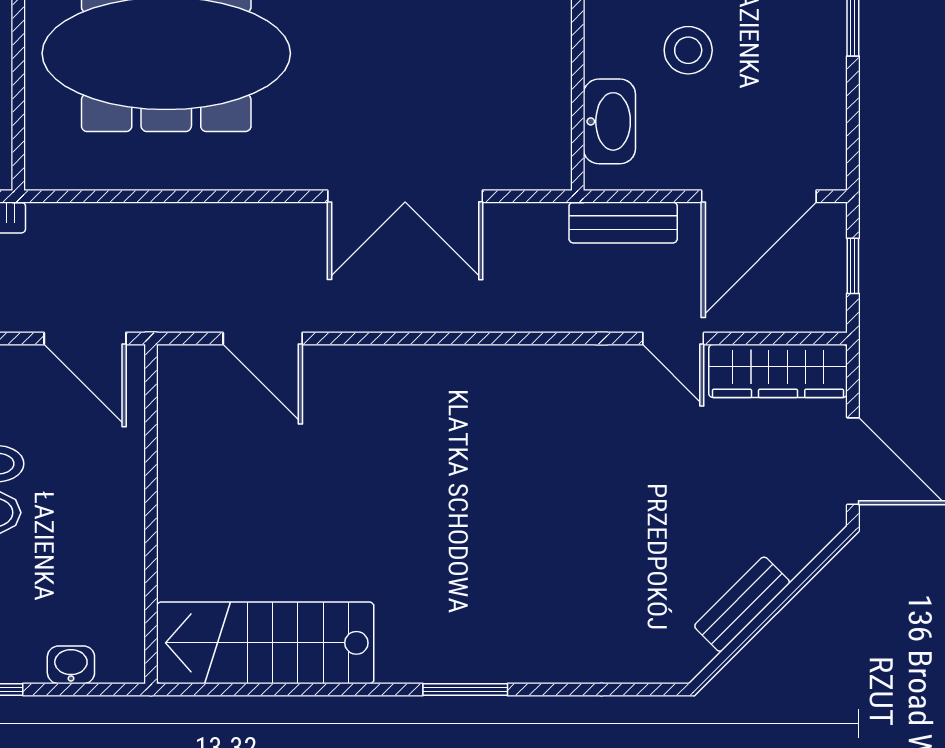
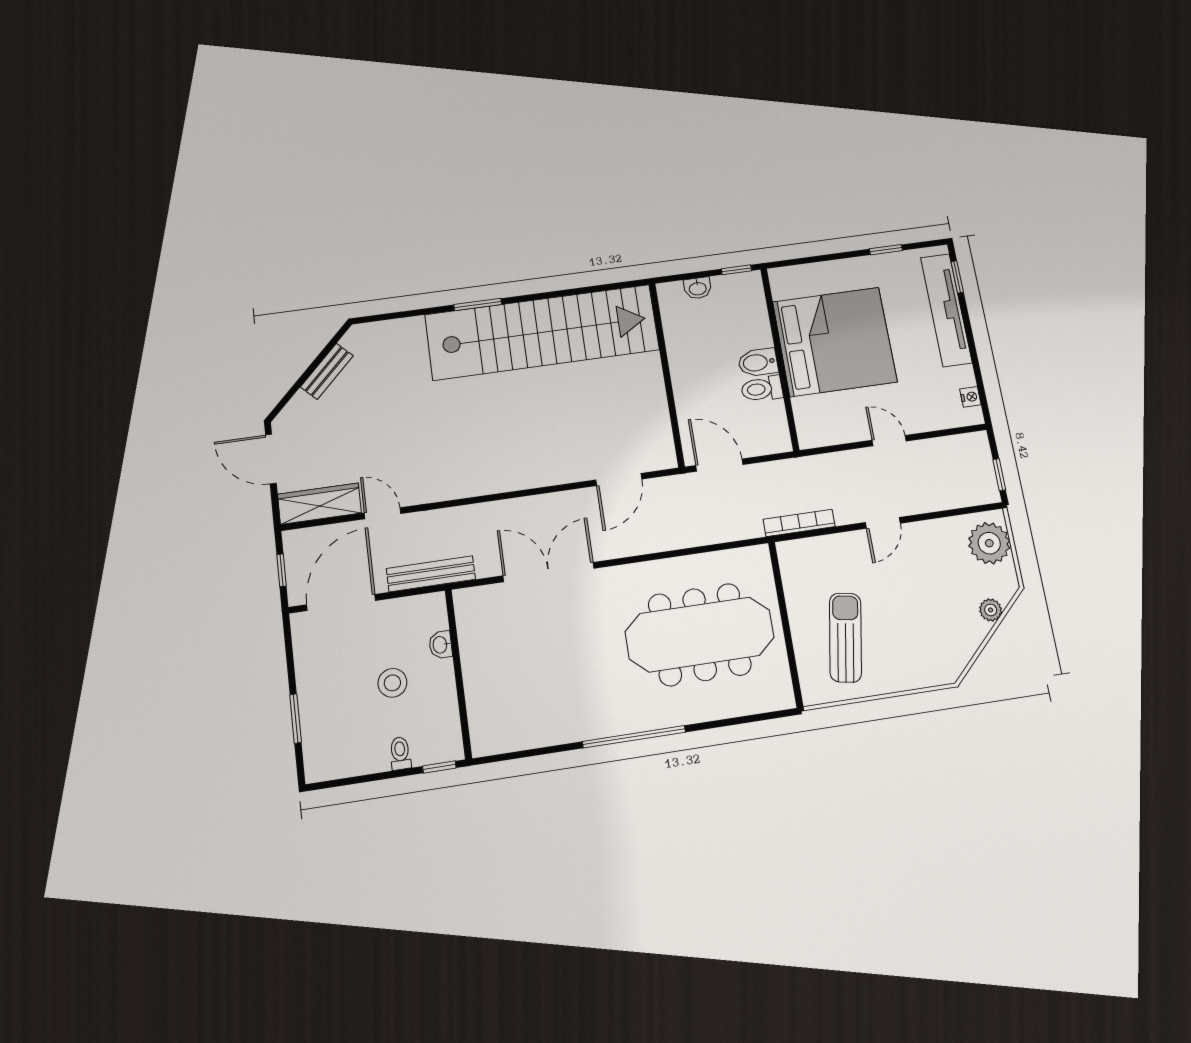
washbasin: (609, 121) -> (441, 645), width x0.52, depth x0.69
bench: (623, 223) -> (431, 574), width x1.36
door: (263, 339) -> (619, 479), swing flipped
stairs: (265, 643) -> (542, 332), width x1.86, depth x1.51

